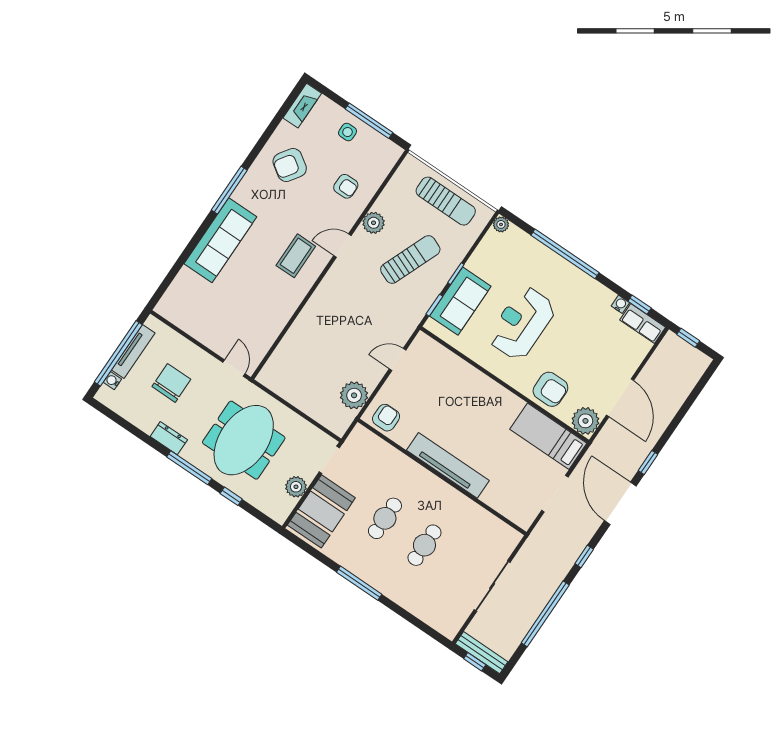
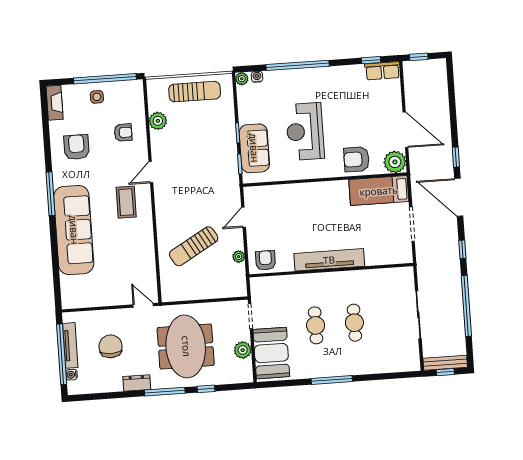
window: (369, 121) -> (105, 79), width x1.46
armchair: (290, 165) -> (76, 147), turned 146
plant: (374, 223) -> (158, 121), moved
sofa: (220, 240) -> (74, 230), width x1.36, depth x1.27
sun lounger: (410, 259) -> (194, 246), moved, turned -142
water cooler: (620, 304) -> (257, 77), moved
armchair: (550, 389) -> (356, 159), turned 180
plant: (354, 395) -> (239, 257), width x0.53, depth x0.53

